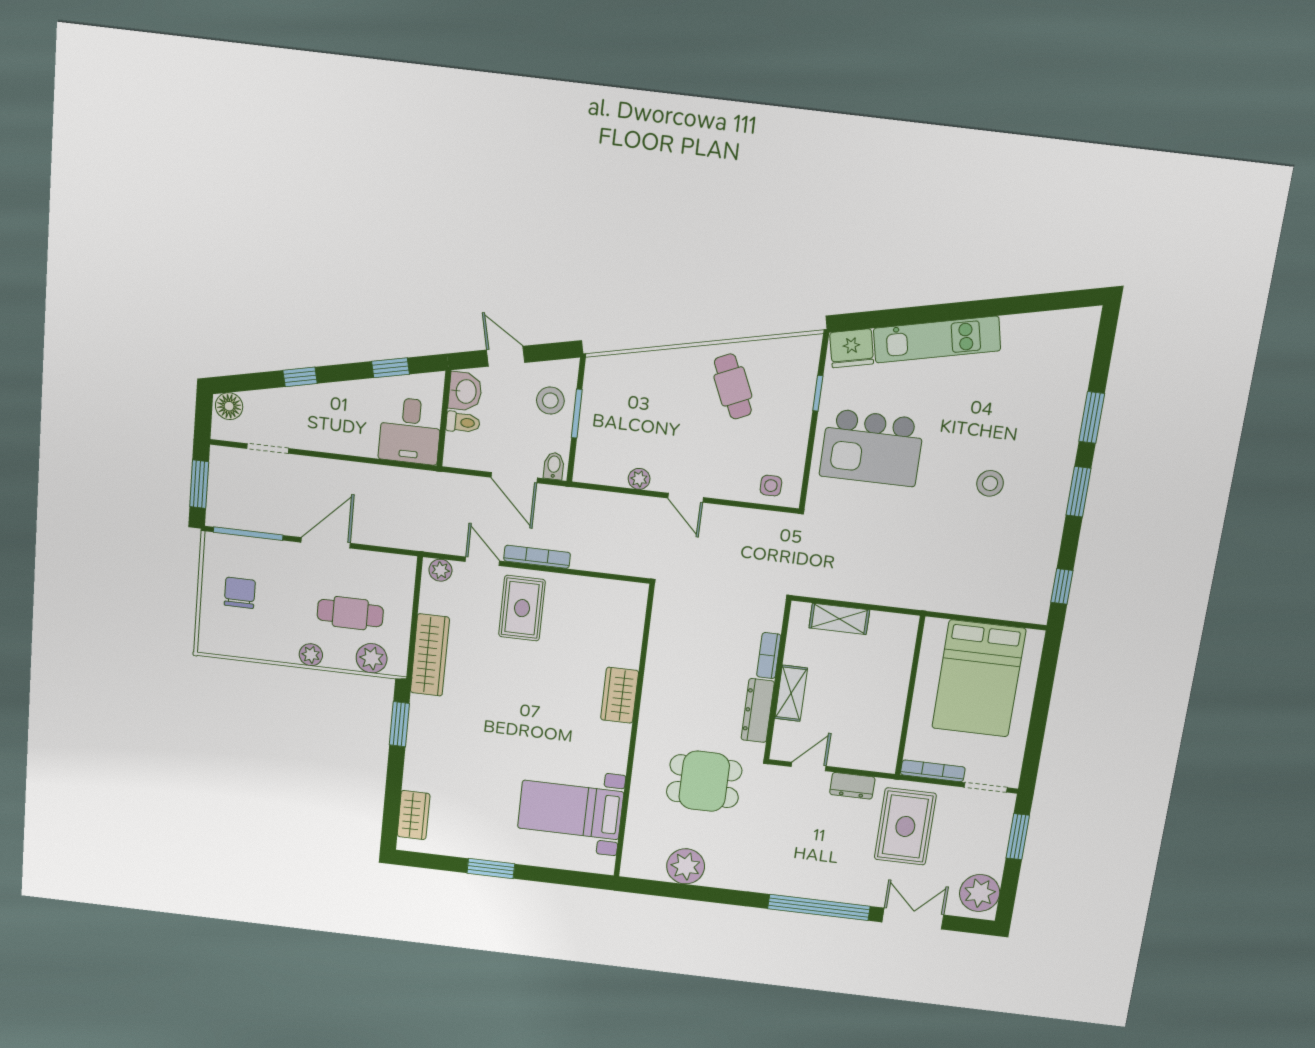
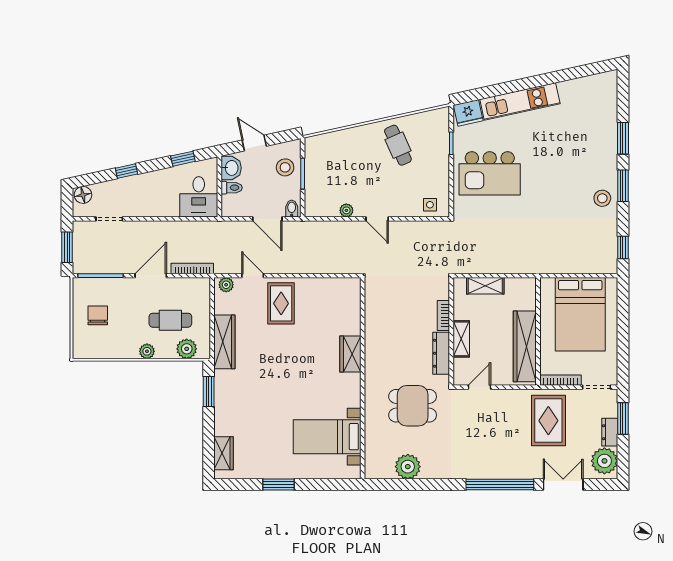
stool: (990, 483) -> (602, 198), moved
bookcase: (537, 557) -> (192, 268), moved
wardrobe: (886, 716) -> (525, 346), added
dresser: (852, 786) -> (610, 432), moved, turned 90

